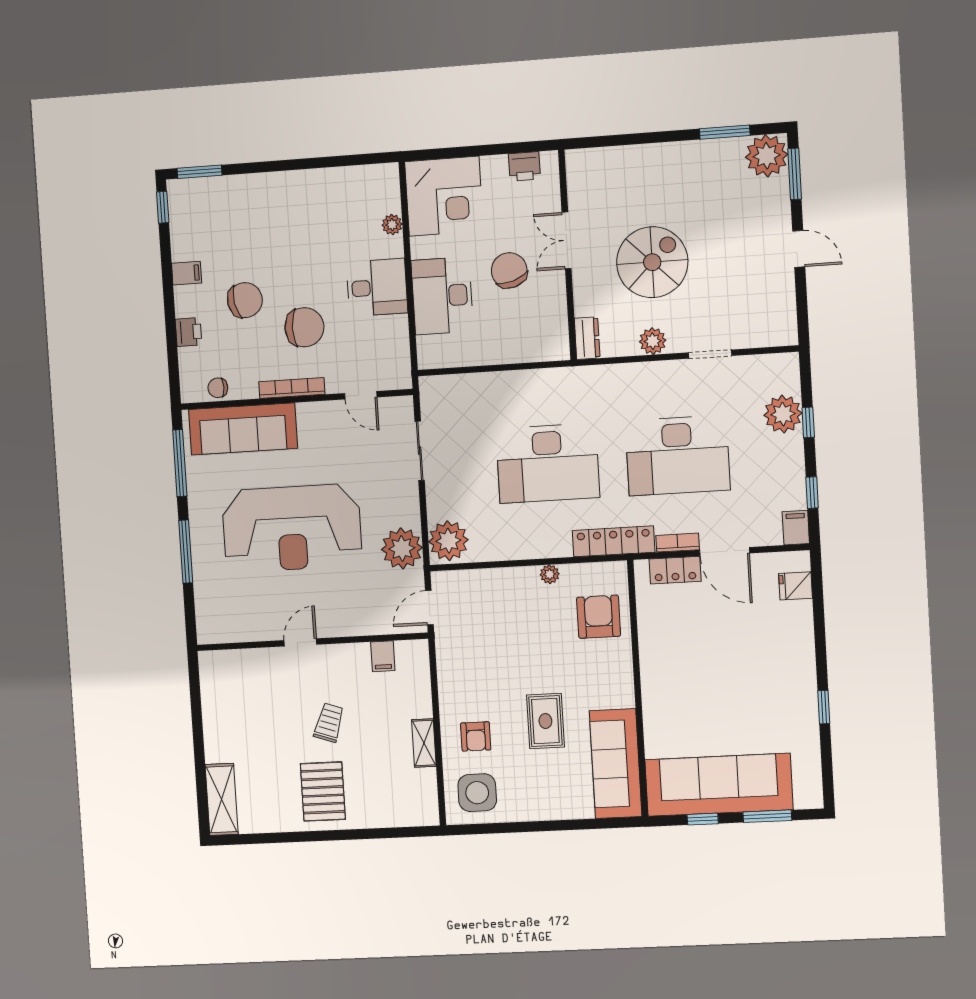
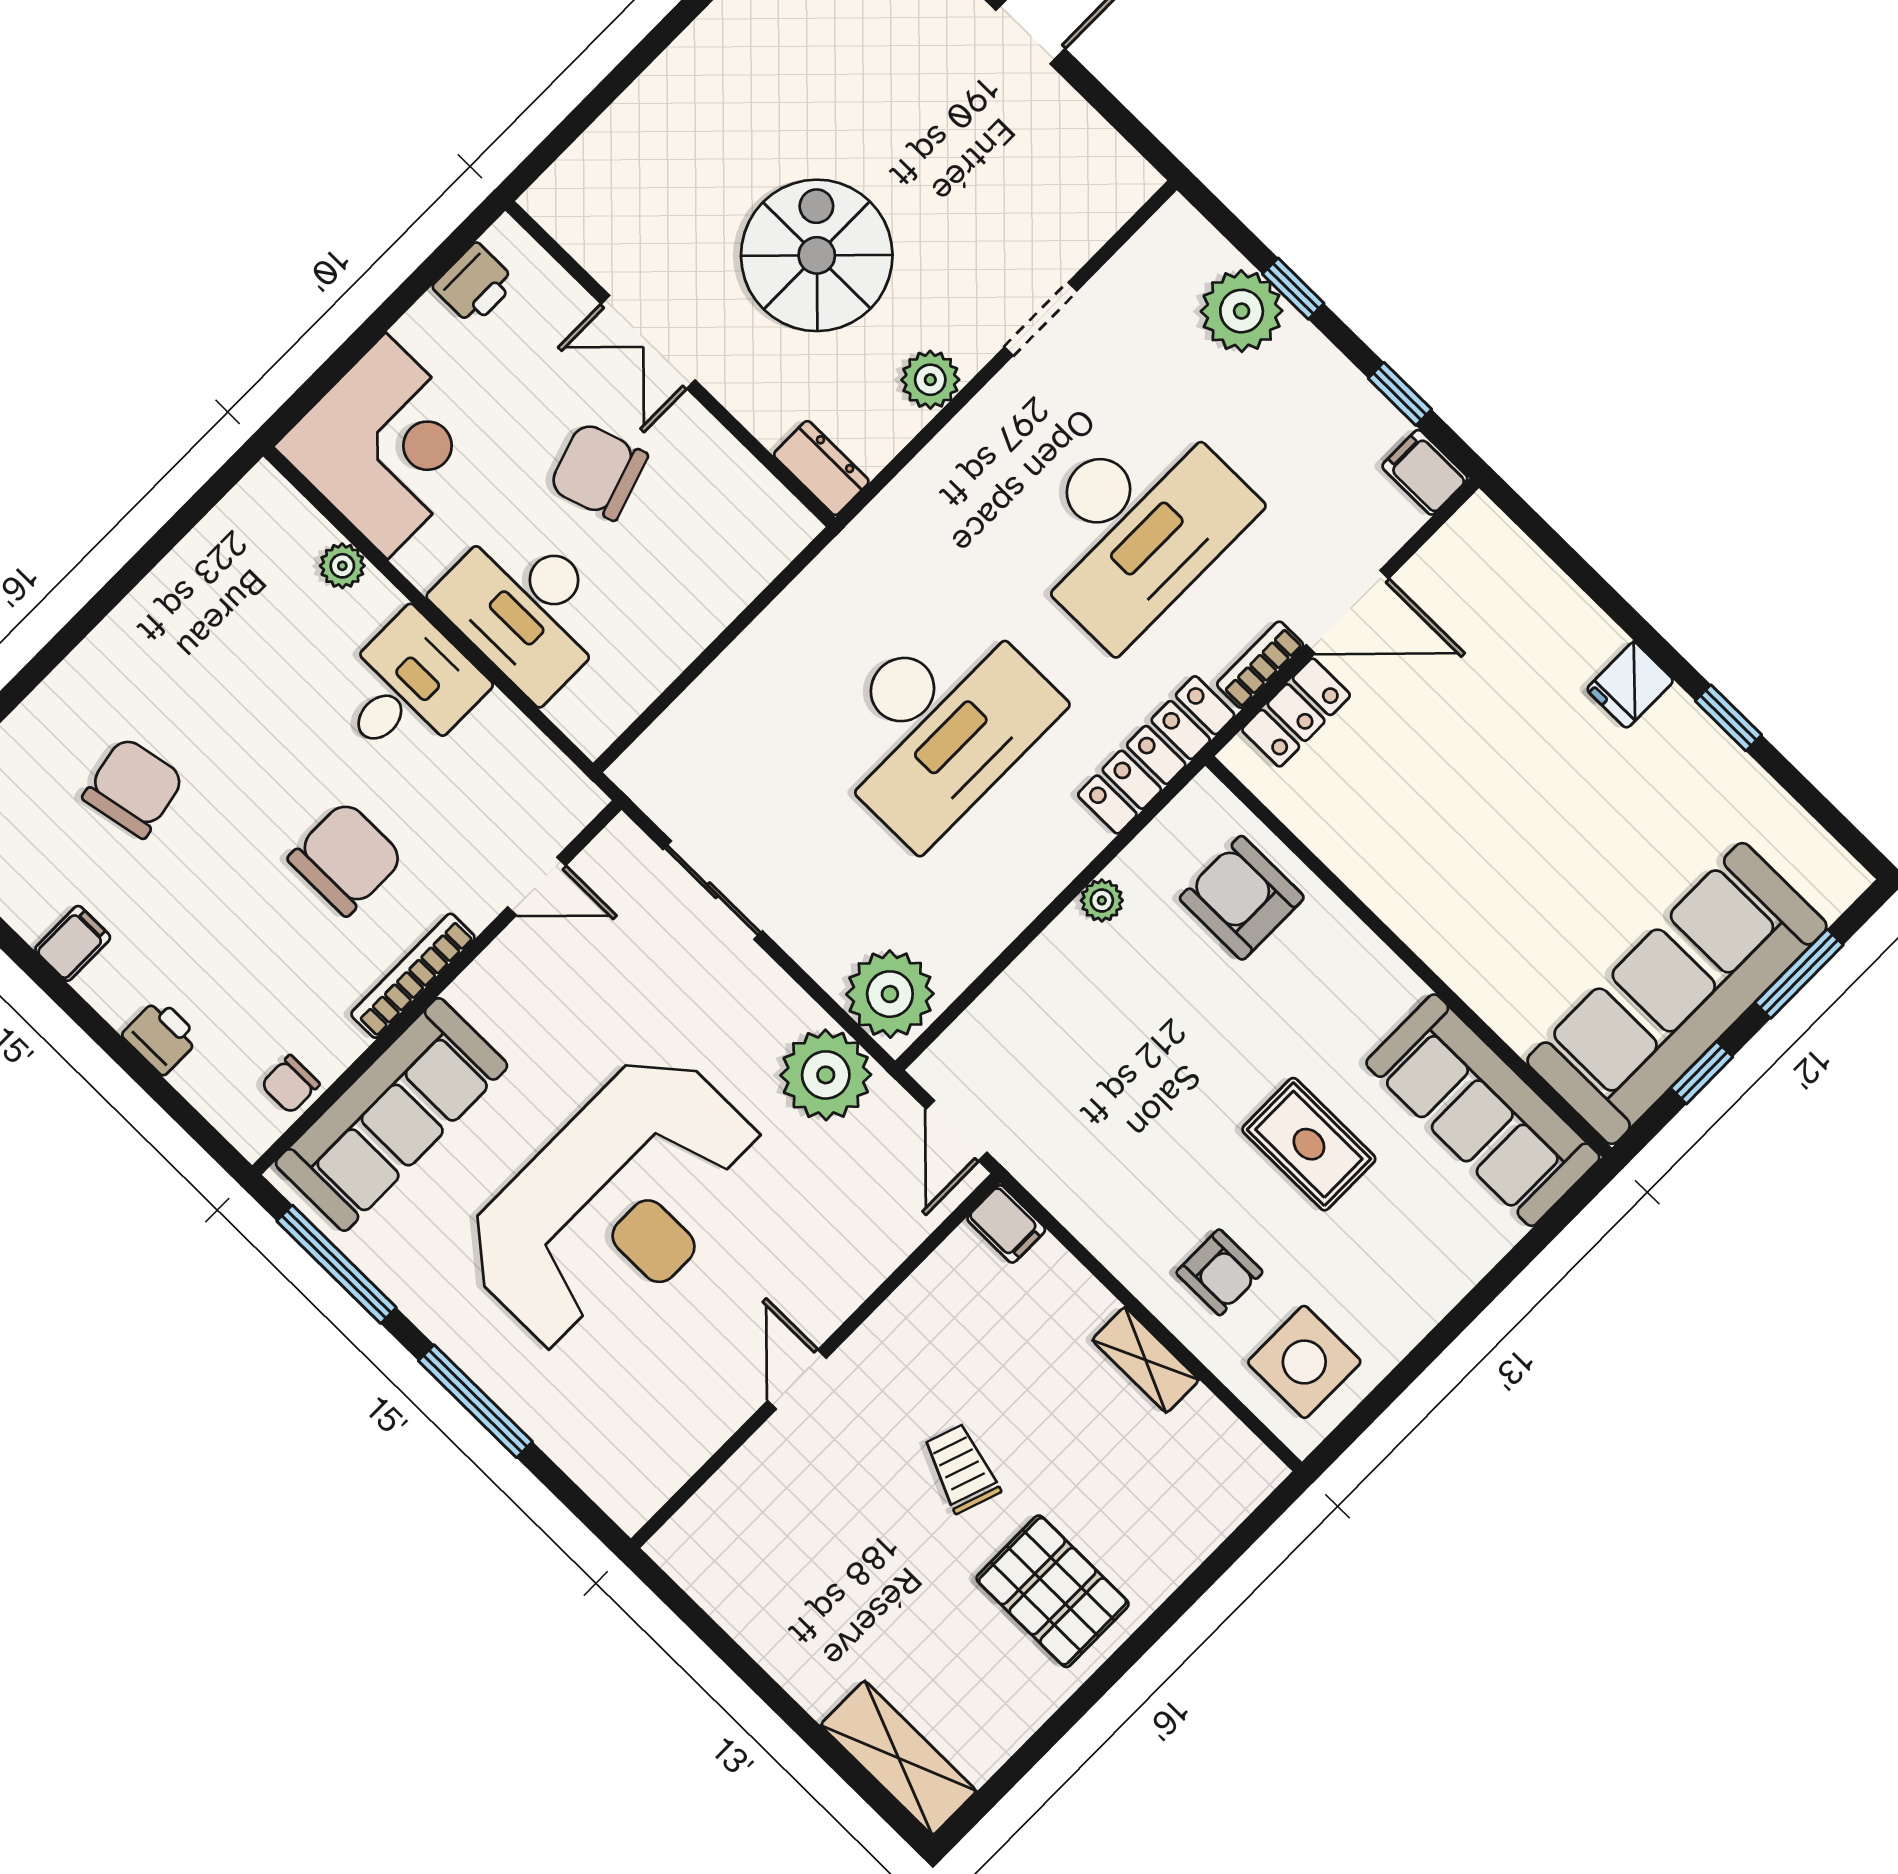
chair: (245, 300) -> (133, 788), moved
fridge: (796, 586) -> (1630, 685), moved
filing cabinet: (383, 656) -> (1006, 1224), moved

